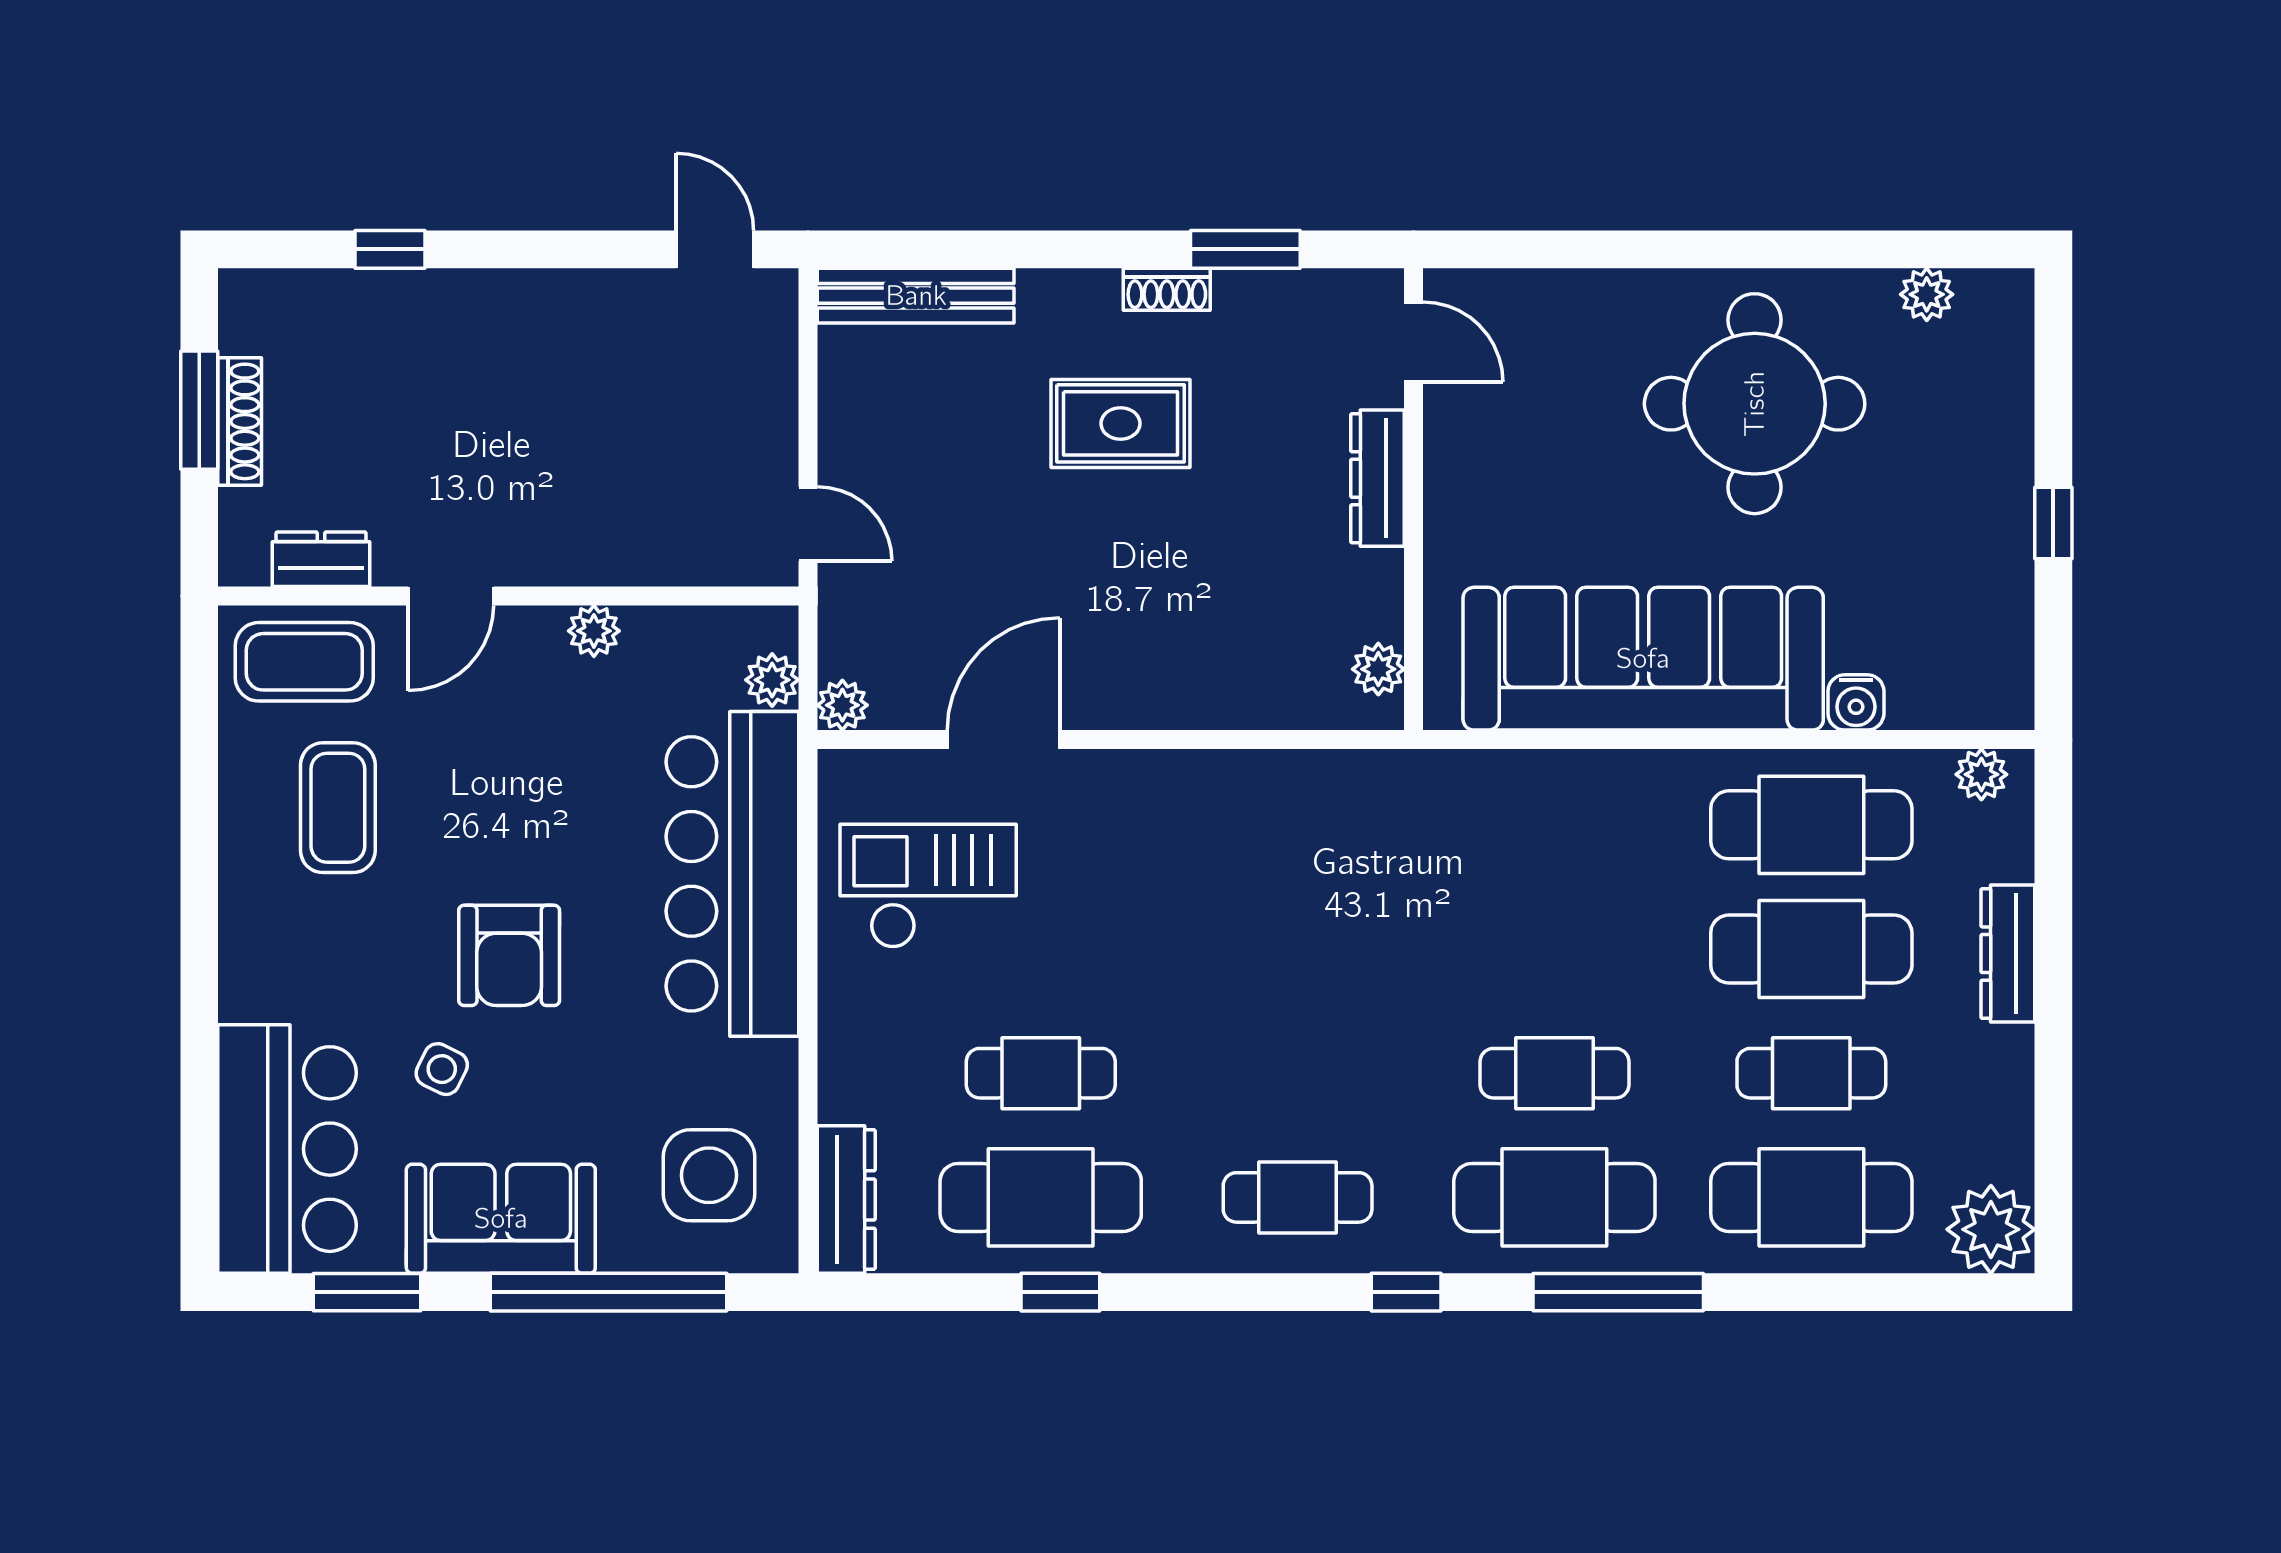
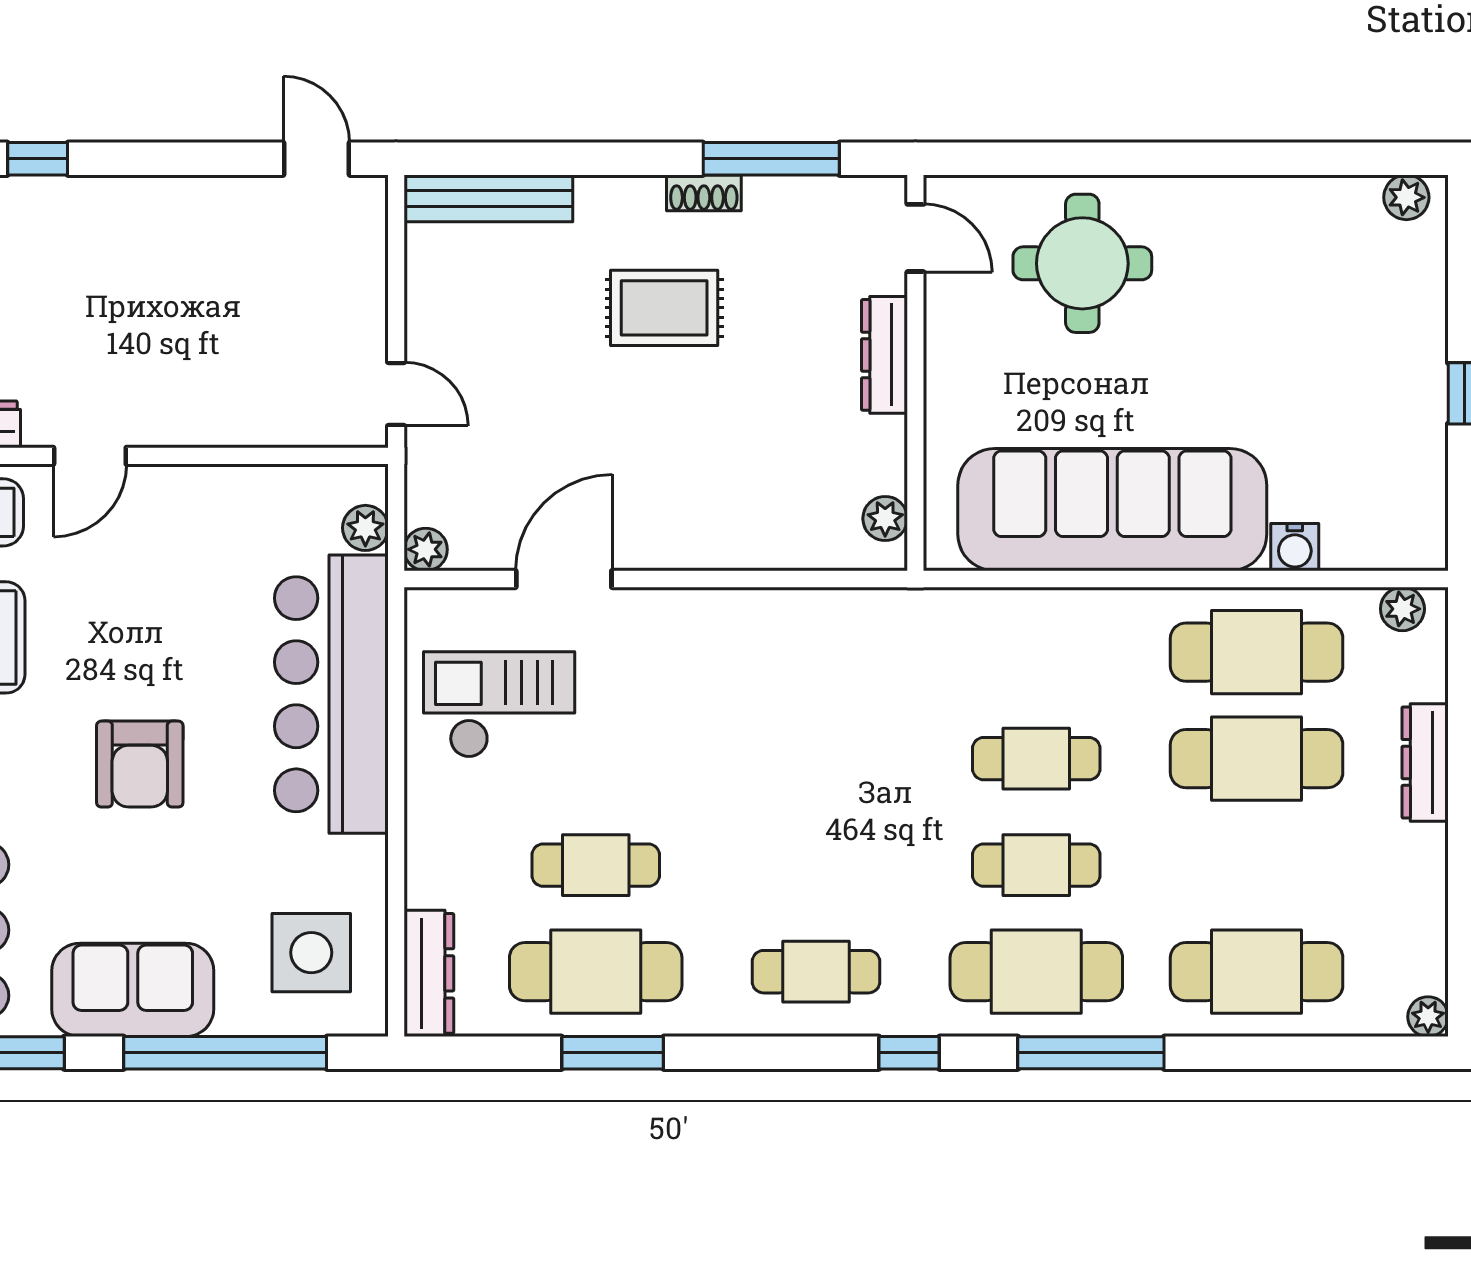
window: (1245, 249) -> (771, 159), width x1.44
plant: (1927, 294) -> (1406, 197), moved
round table: (1755, 404) -> (1082, 263), moved, width x0.73, depth x0.73
plant: (594, 631) -> (213, 486), removed
side table: (442, 1069) -> (82, 862), removed
cafe table: (1811, 1073) -> (1036, 759), moved
plant: (1991, 1229) -> (1428, 1017), width x0.53, depth x0.53
window: (1060, 1292) -> (613, 1053), width x1.50

